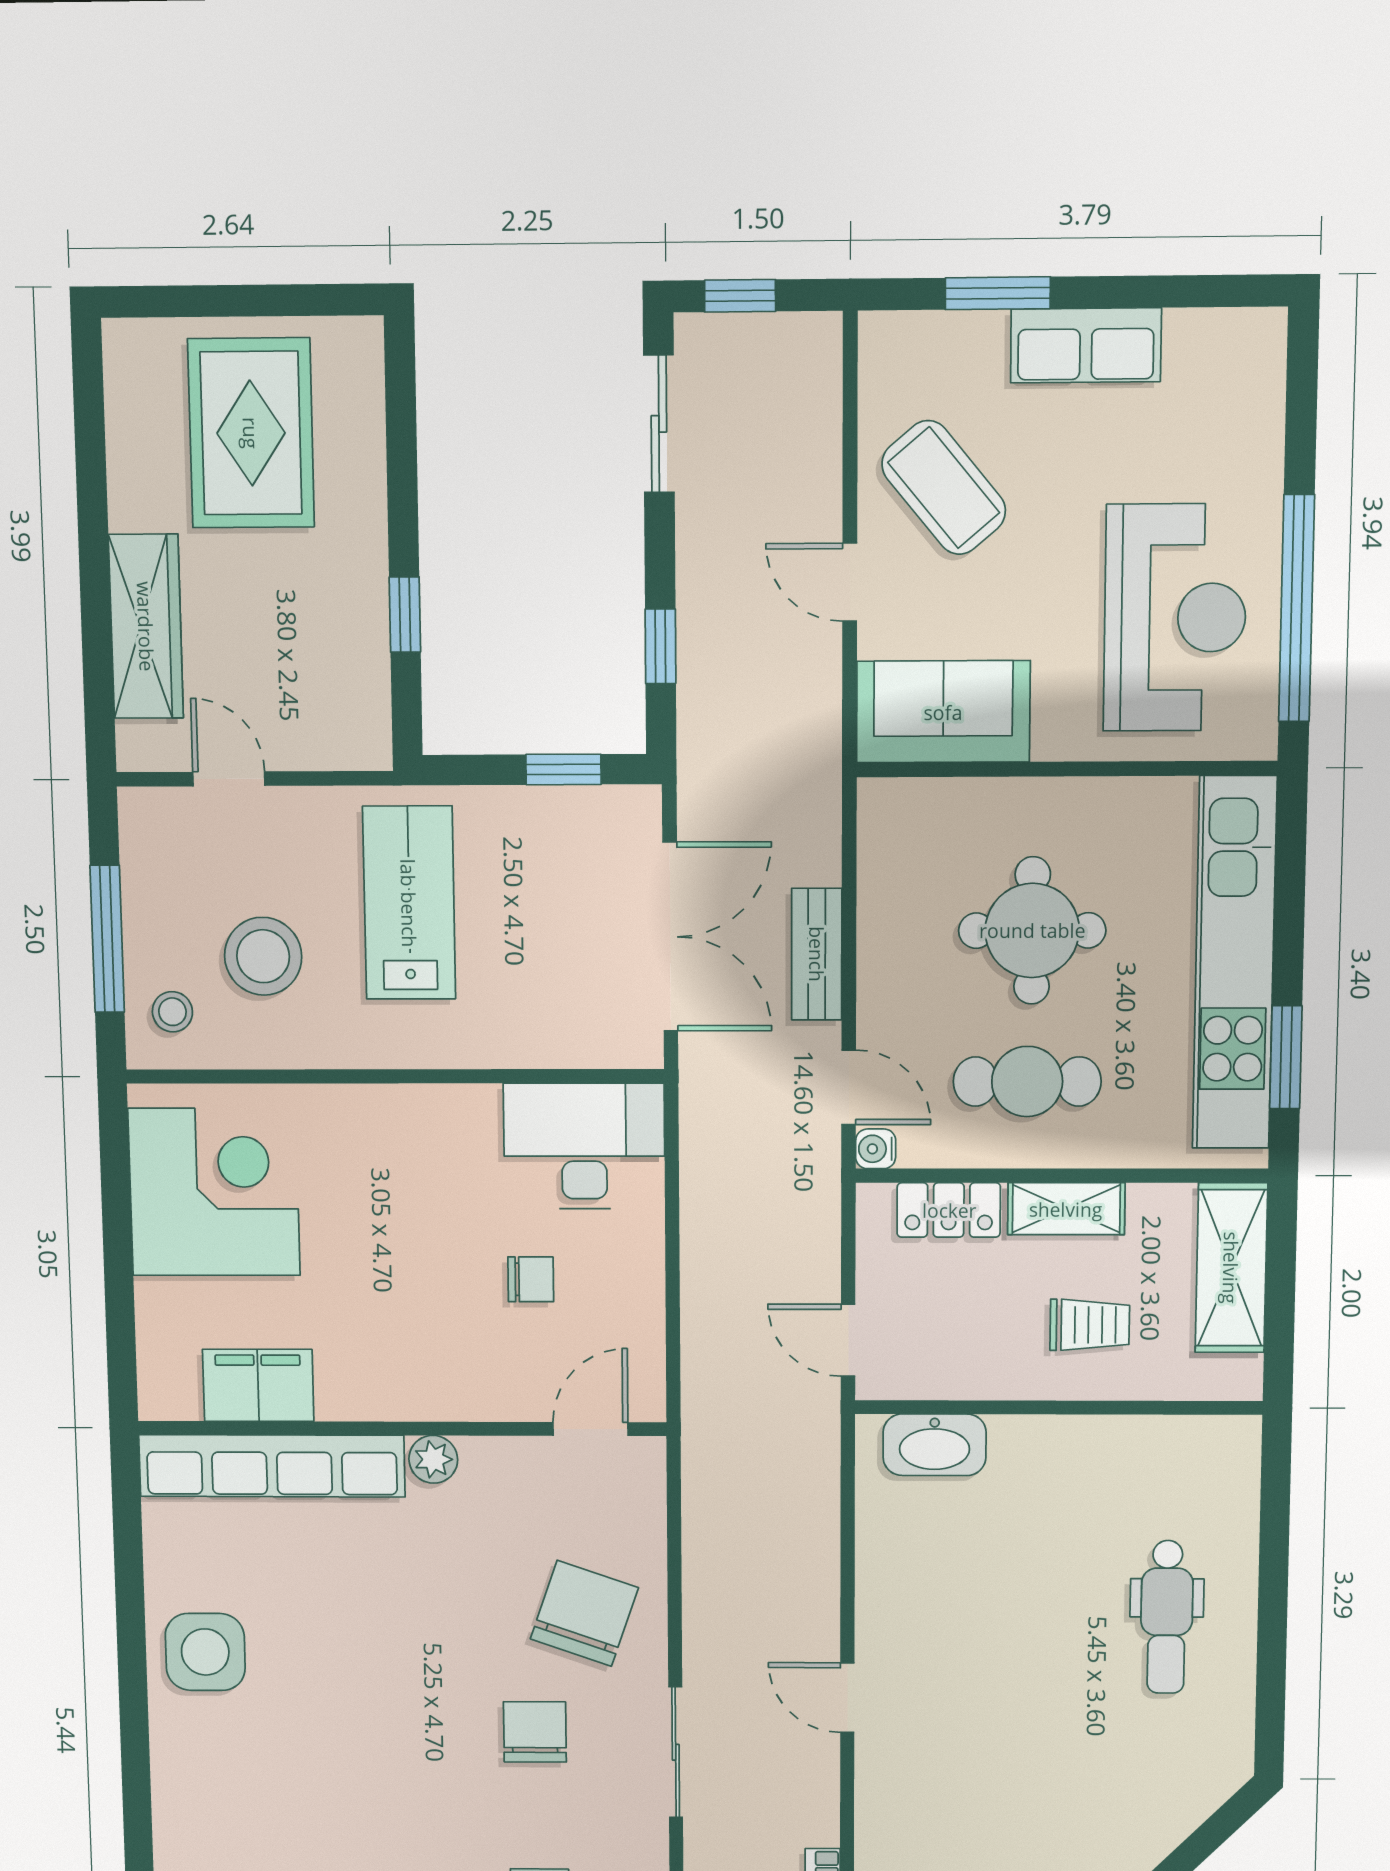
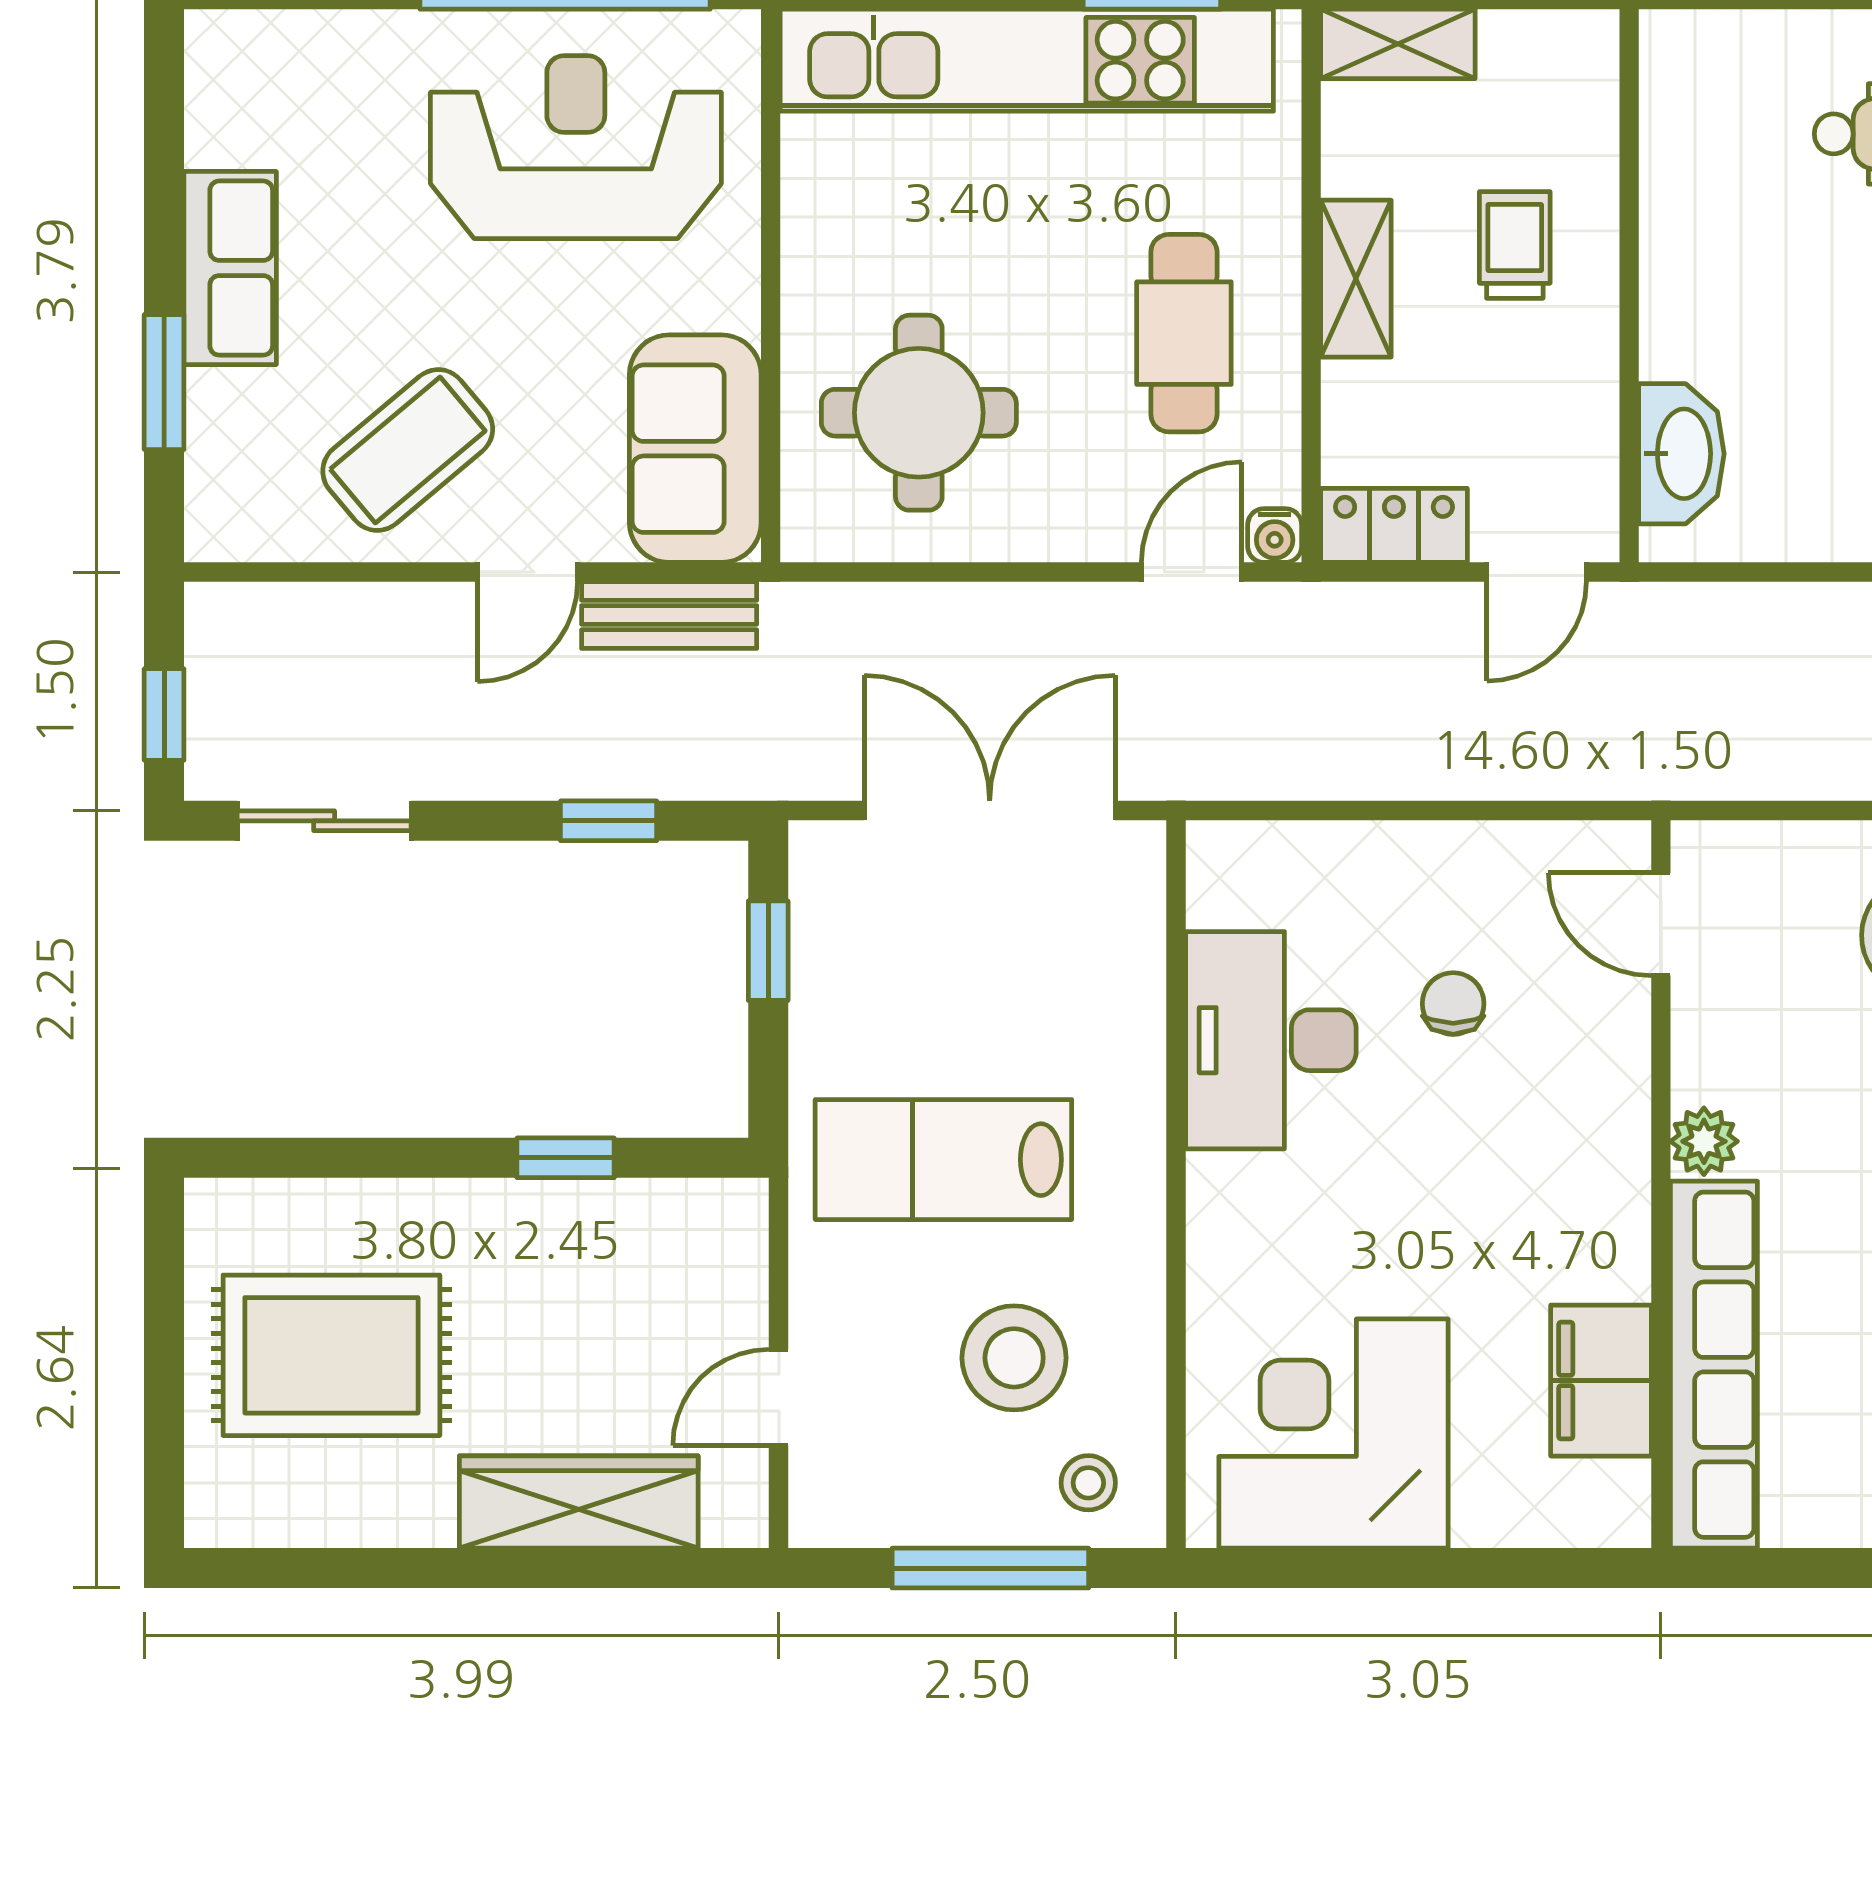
round table: (1032, 930) -> (919, 413), moved
bench: (817, 954) -> (669, 615), moved
desk: (584, 1146) -> (1271, 1040), moved
locker: (949, 1210) -> (1394, 525), moved, turned -90
shelving: (1231, 1268) -> (1398, 44), width x0.67, depth x0.75

